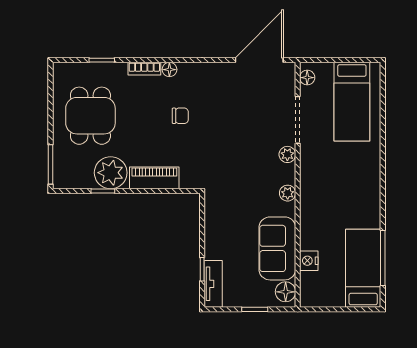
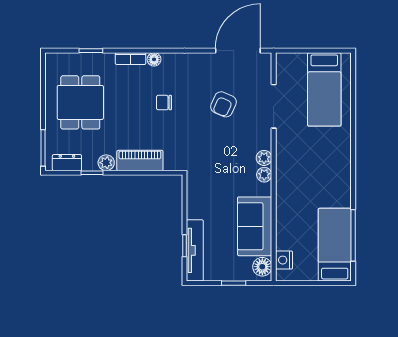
floor lamp: (307, 78) -> (283, 67), removed
chair: (180, 116) -> (164, 103), turned 180
armchair: (244, 118) -> (224, 104), added
plant: (287, 154) -> (264, 158), moved
plant: (111, 173) -> (106, 163), width x0.53, depth x0.53
dresser: (76, 180) -> (67, 163), added
nightstand: (309, 261) -> (284, 260), moved
tv unit: (213, 284) -> (195, 250), width x1.41

